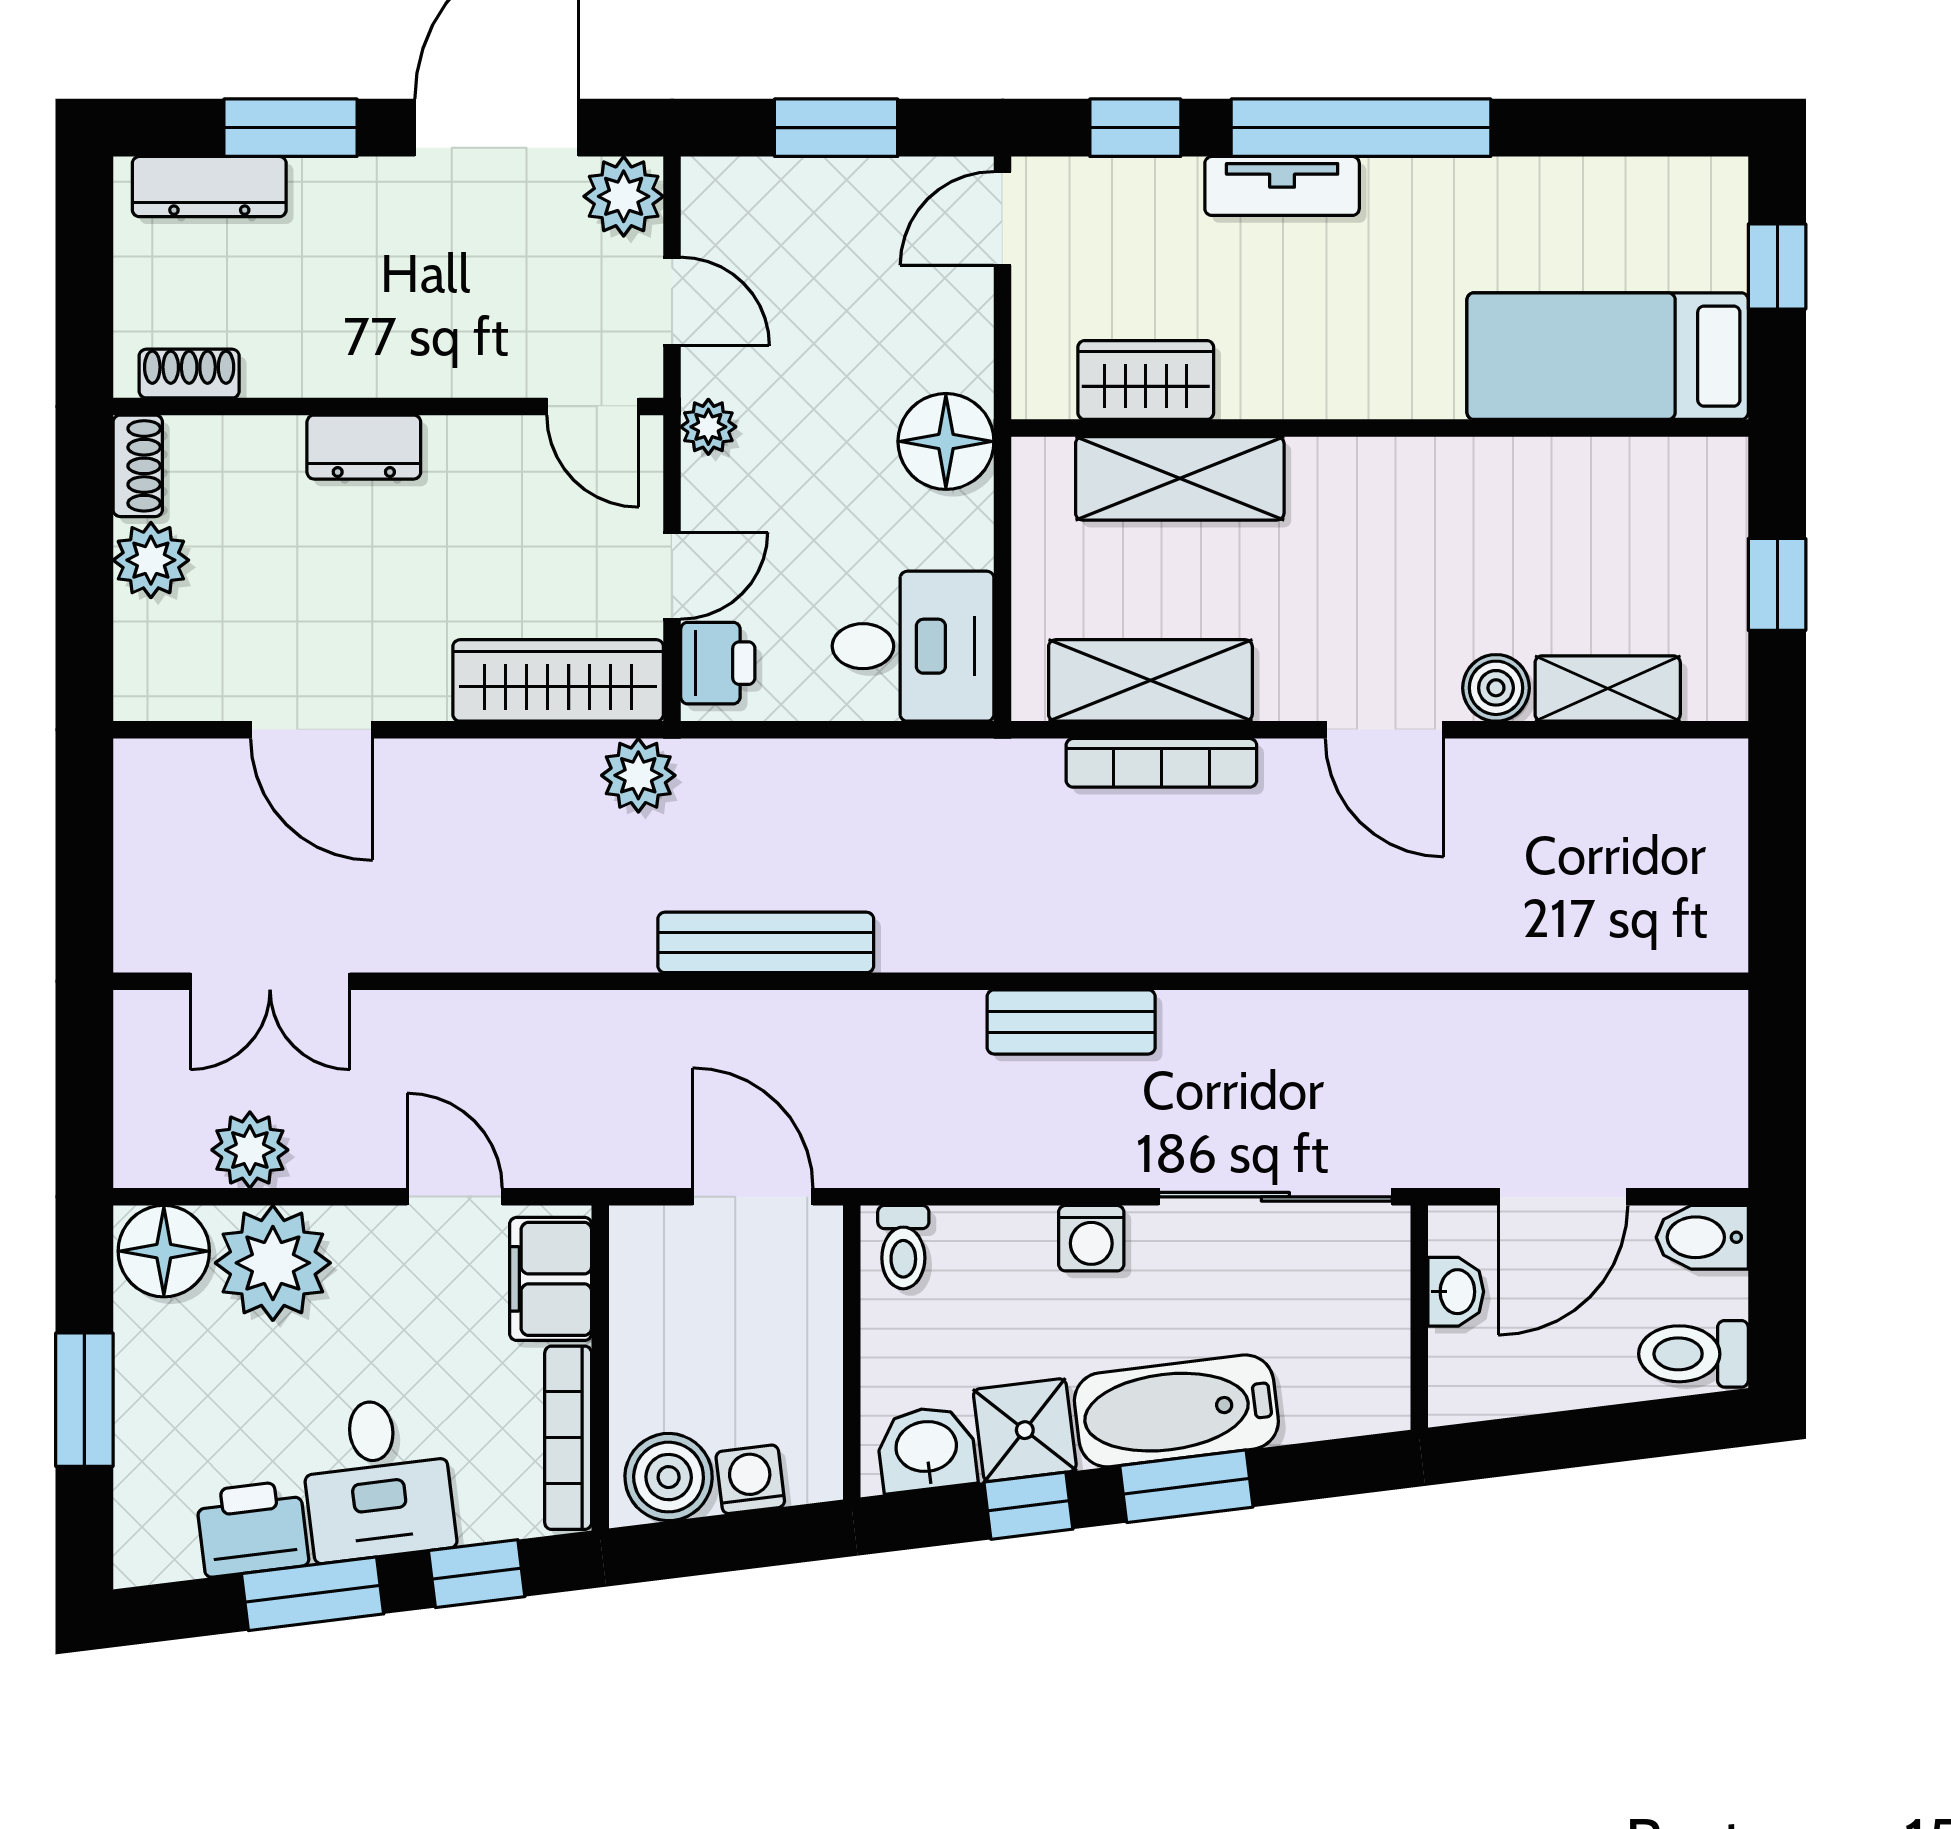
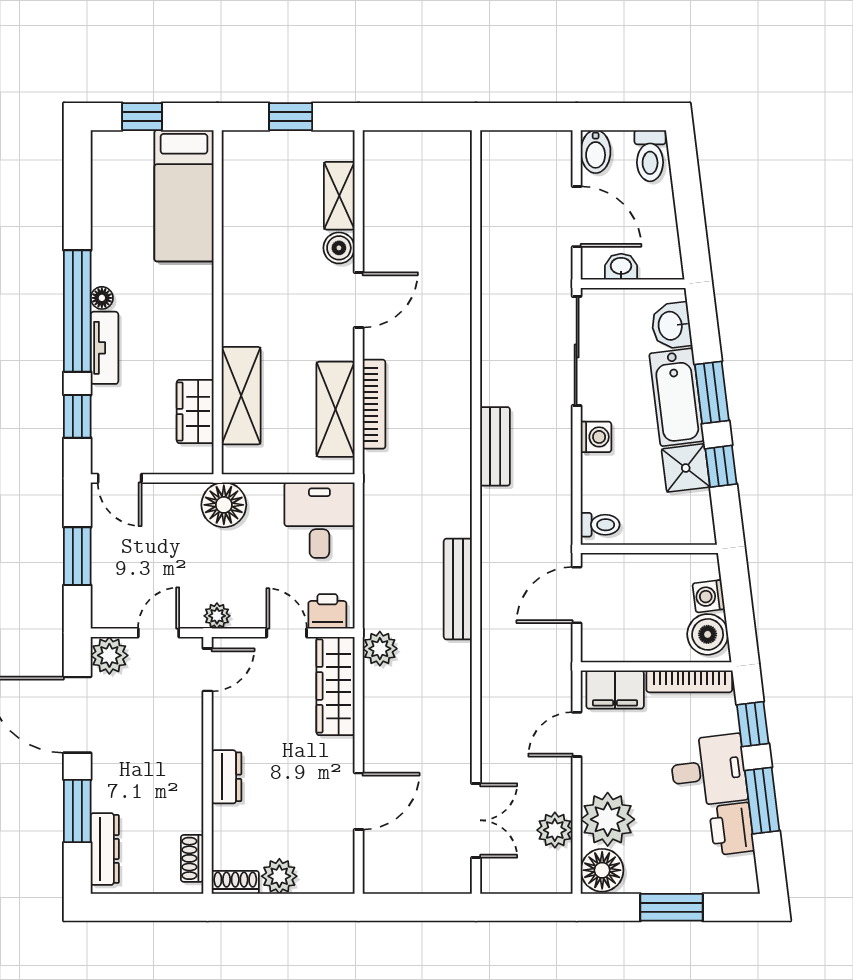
floor lamp: (1389, 180) -> (102, 298), added
washbasin: (927, 1449) -> (671, 326), moved

